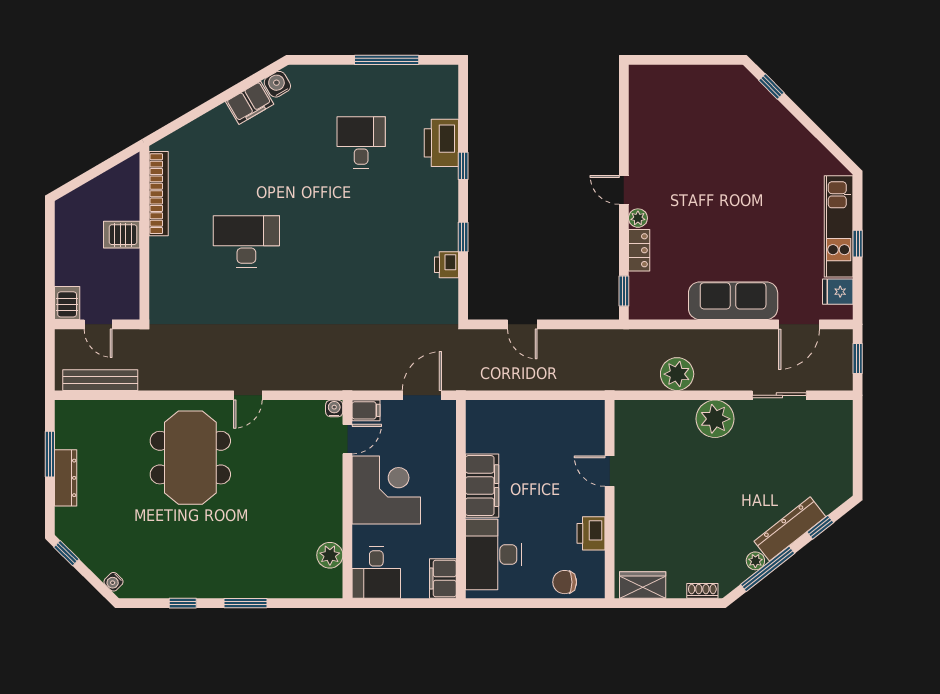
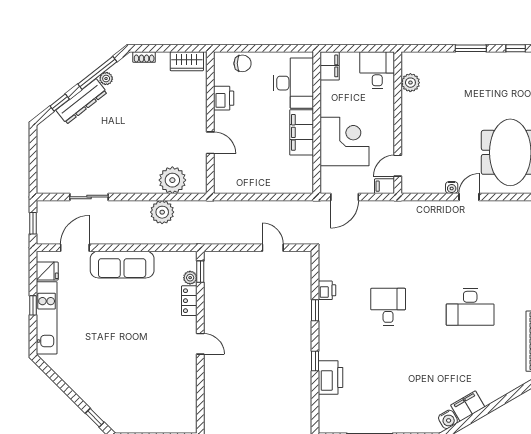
desk: (361, 143) -> (388, 307), moved, turned 180
plant: (638, 218) -> (190, 278), moved
water cooler: (334, 408) -> (452, 188), moved
plant: (715, 419) -> (172, 180), moved
corner desk: (386, 490) -> (345, 141), moved, turned 180

